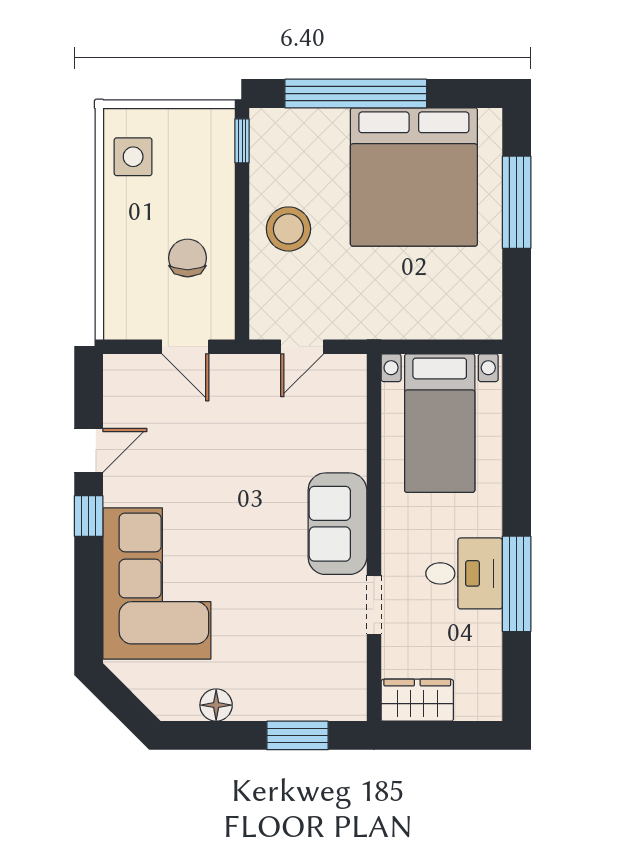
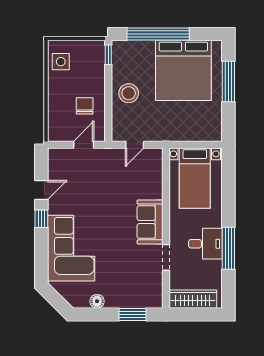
door: (185, 347) -> (84, 145), swing flipped
wardrobe: (417, 700) -> (193, 299), width x1.50

